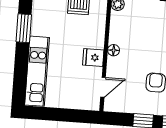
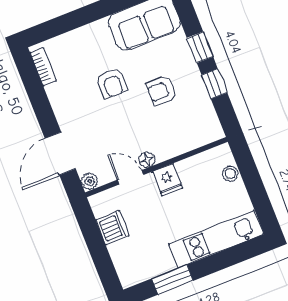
door: (103, 87) -> (130, 177), moved
stool: (77, 102) -> (230, 174), added

